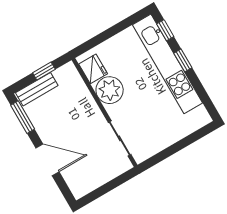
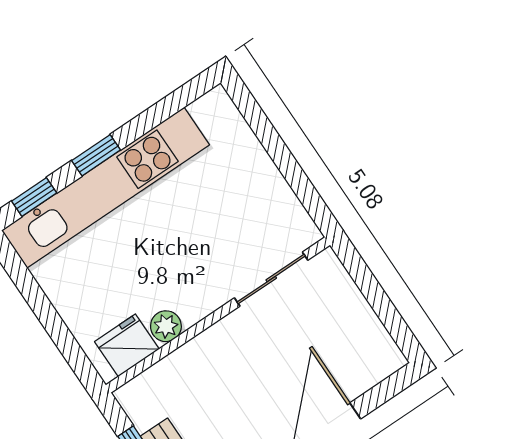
plant: (110, 90) -> (166, 326), width x0.53, depth x0.53

